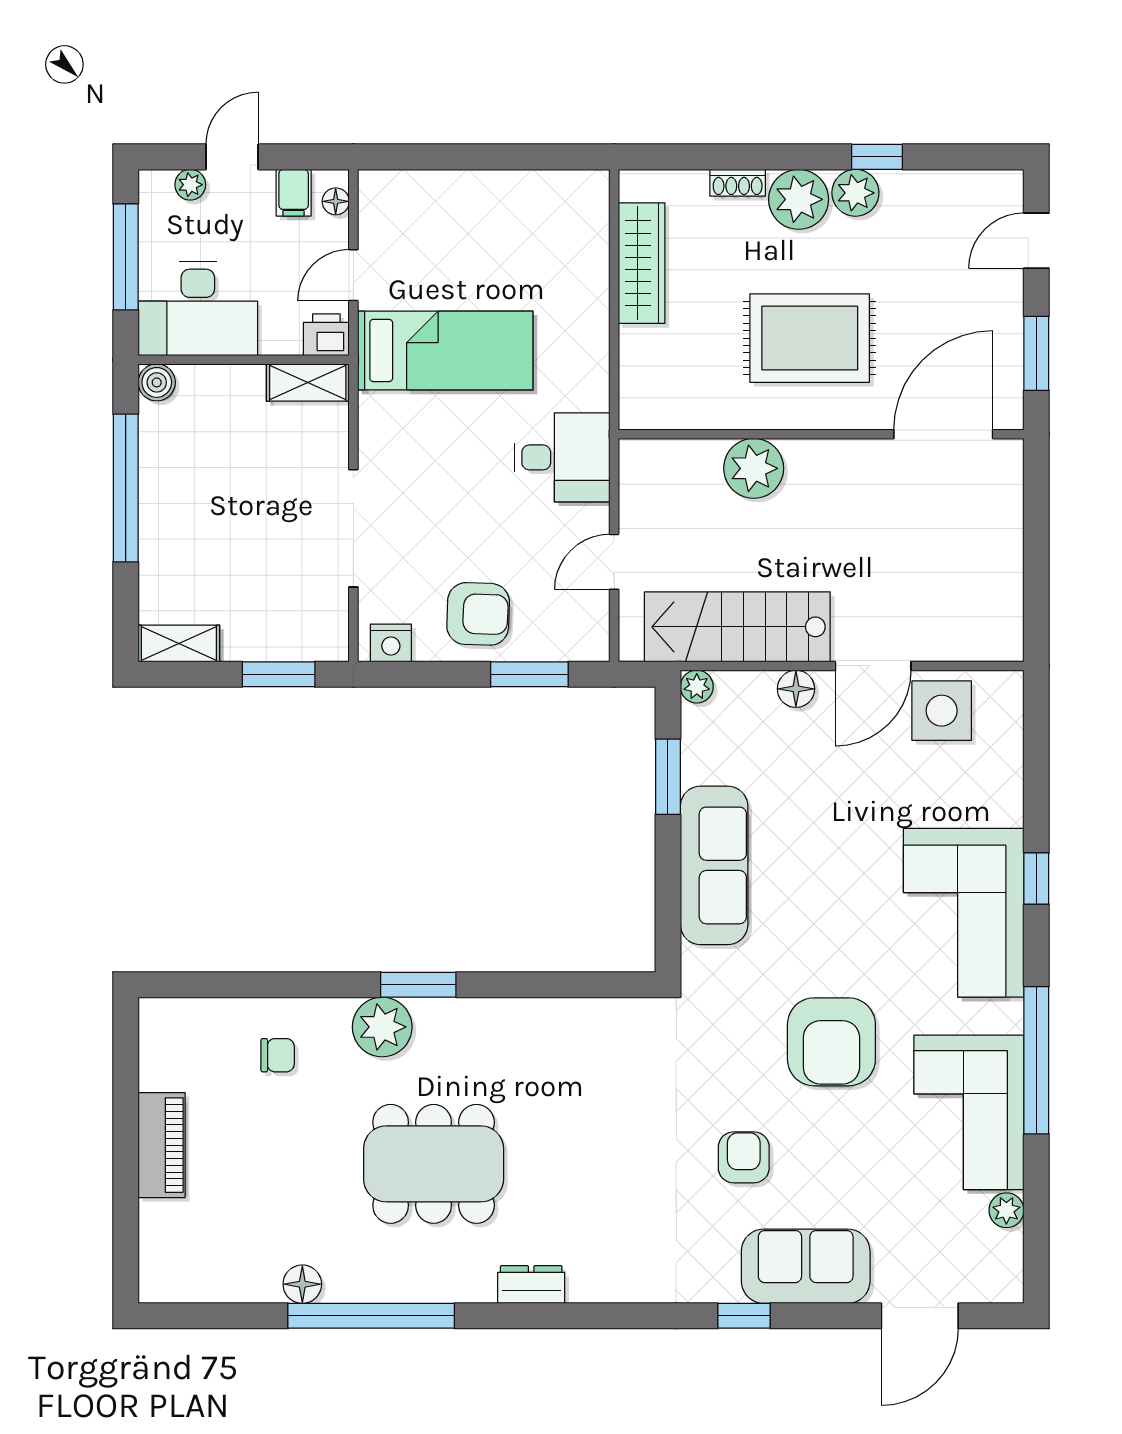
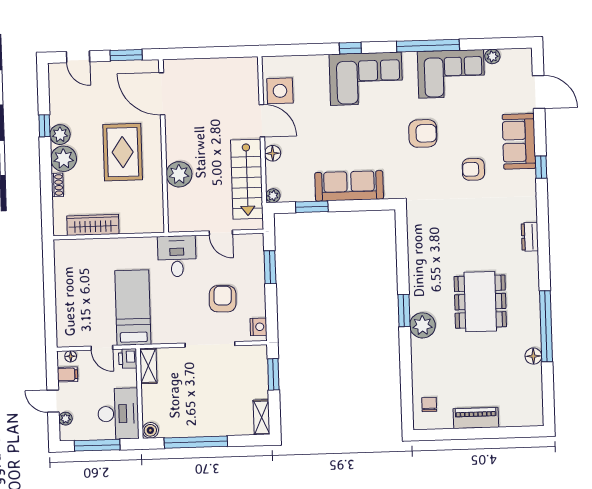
armchair: (478, 614) -> (223, 299), moved
armchair: (831, 1042) -> (423, 133), width x0.73, depth x0.73
chair: (278, 1055) -> (429, 405), moved
dresser: (531, 1285) -> (530, 237), moved

